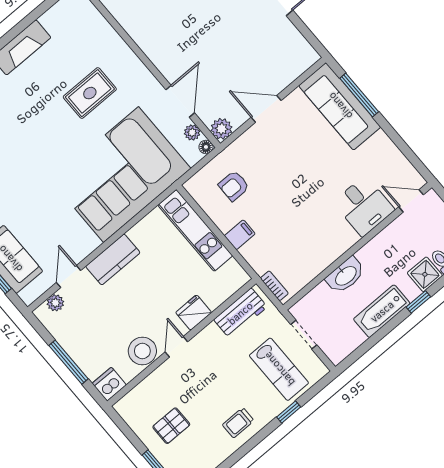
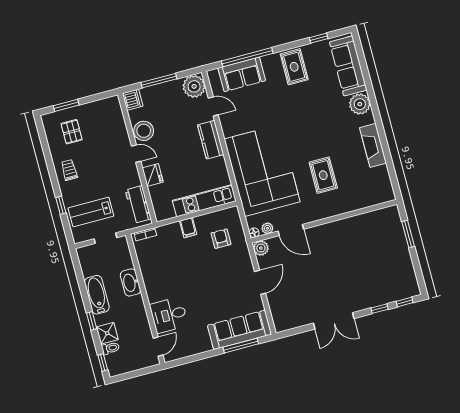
plant: (55, 303) -> (194, 86), width x1.87, depth x1.87
pallet: (171, 426) -> (72, 132), moved

